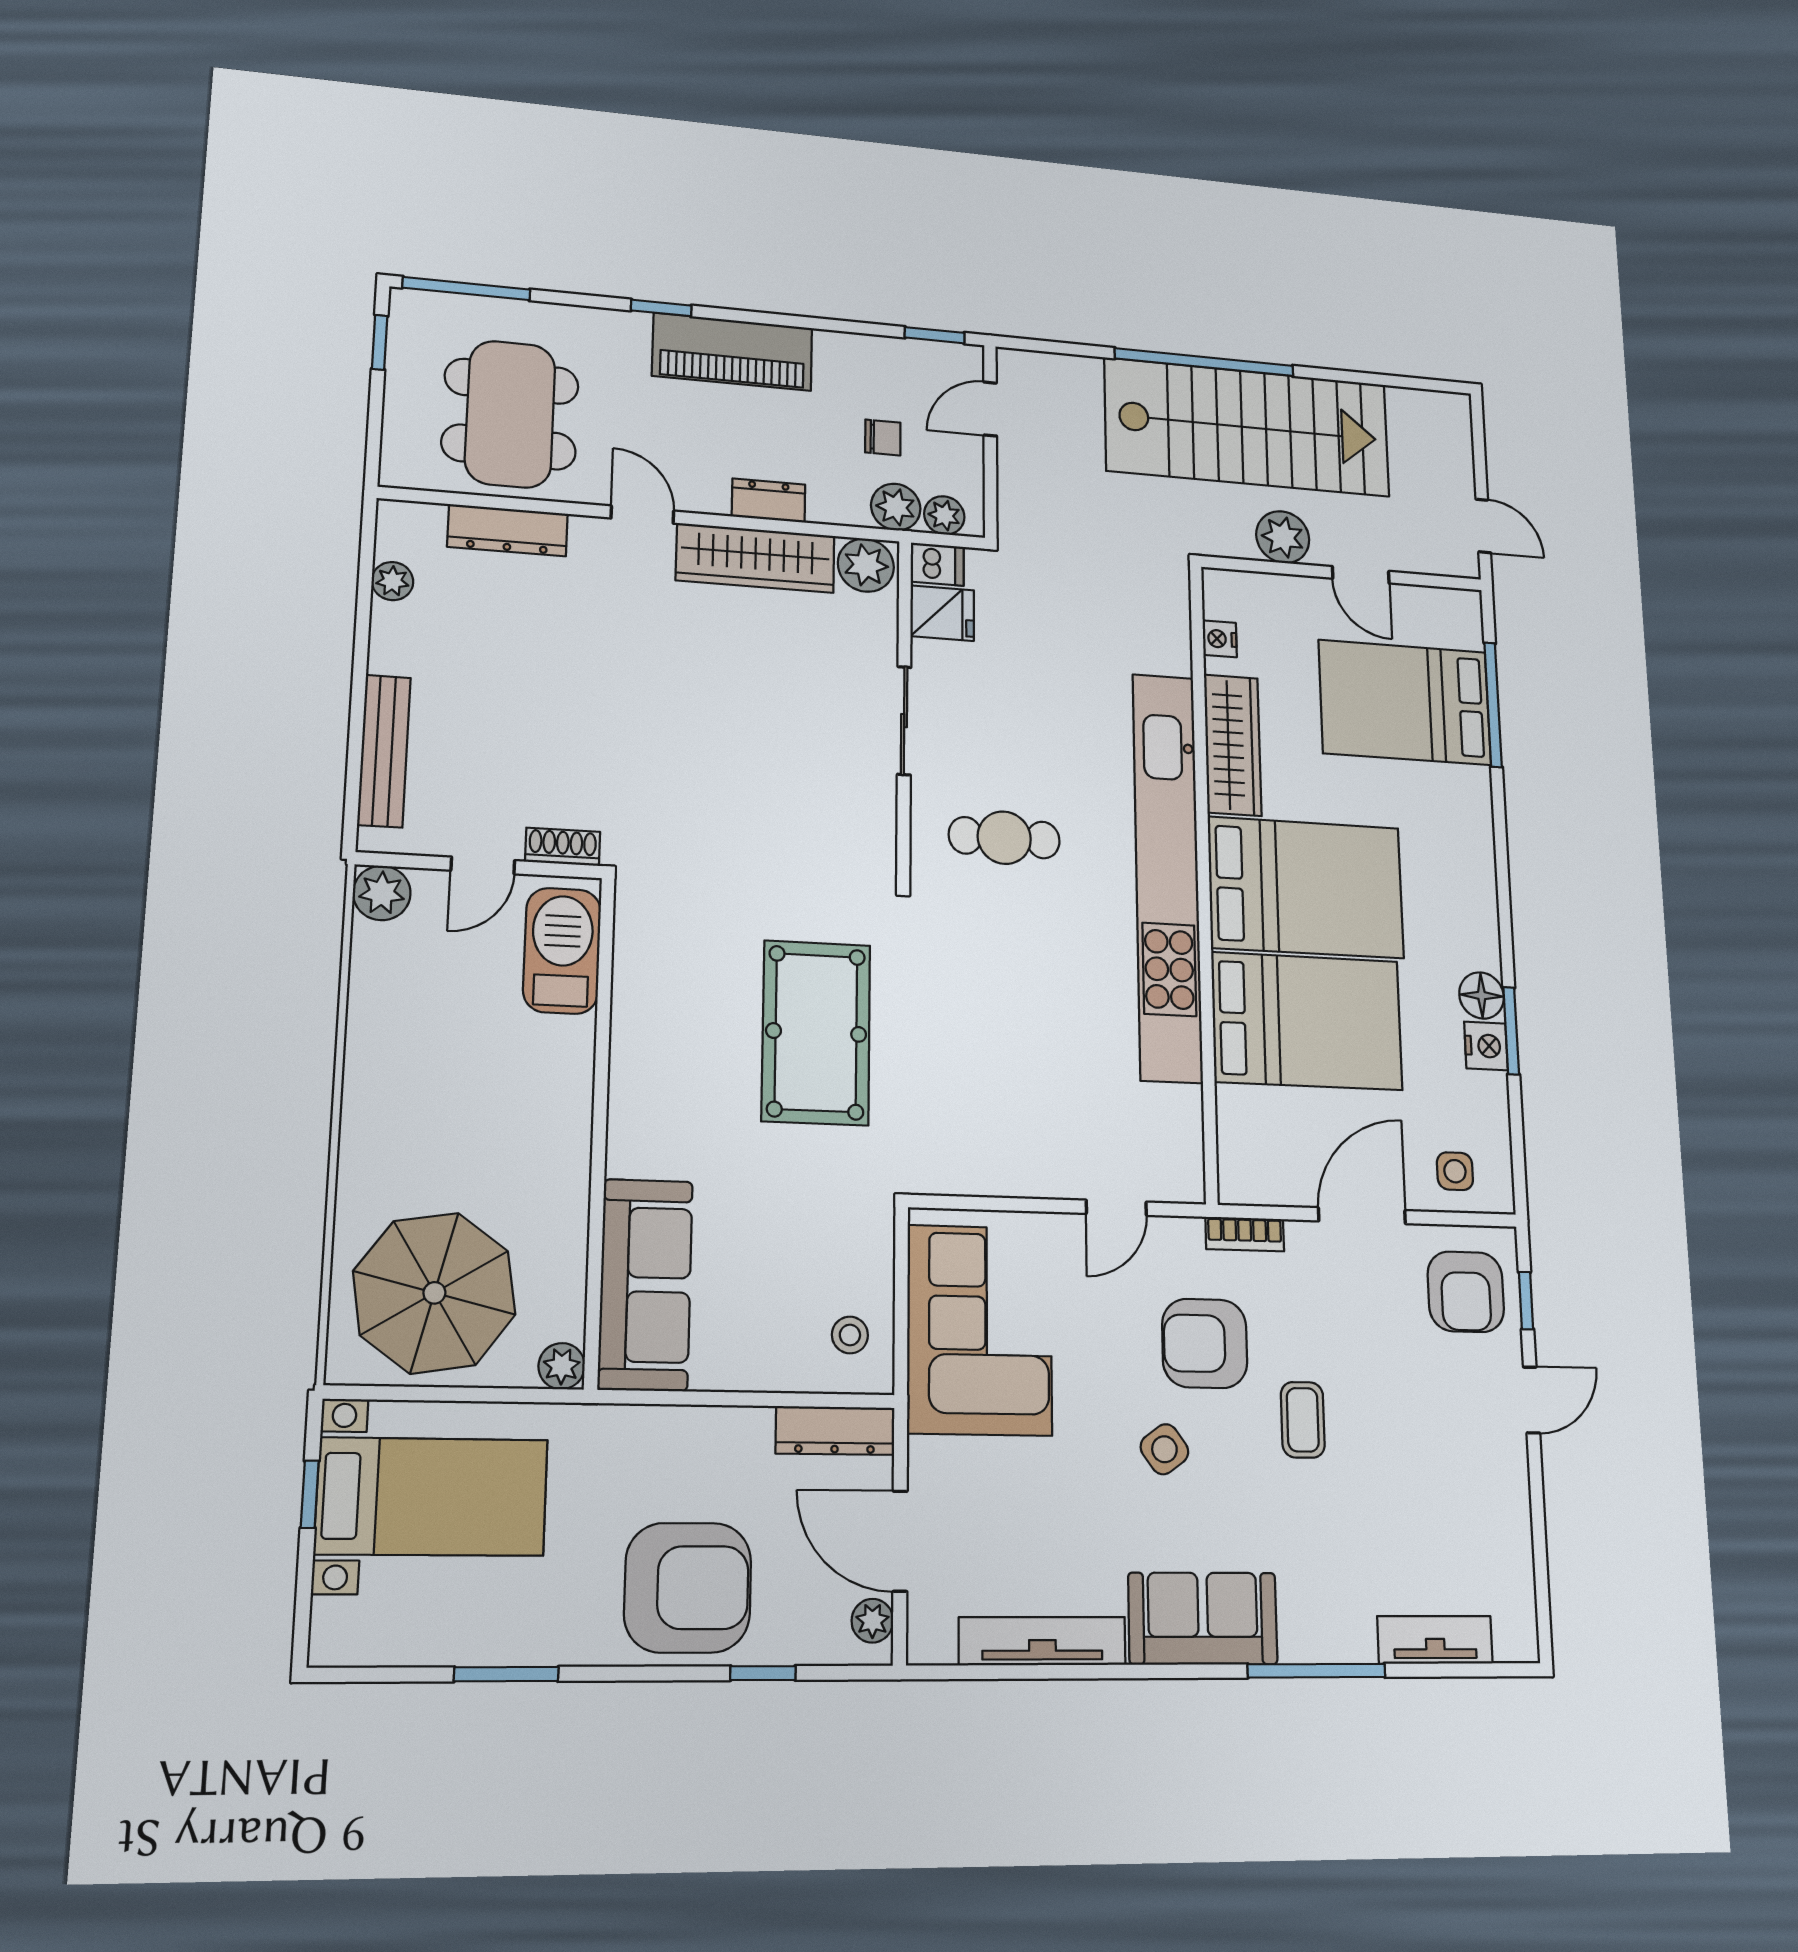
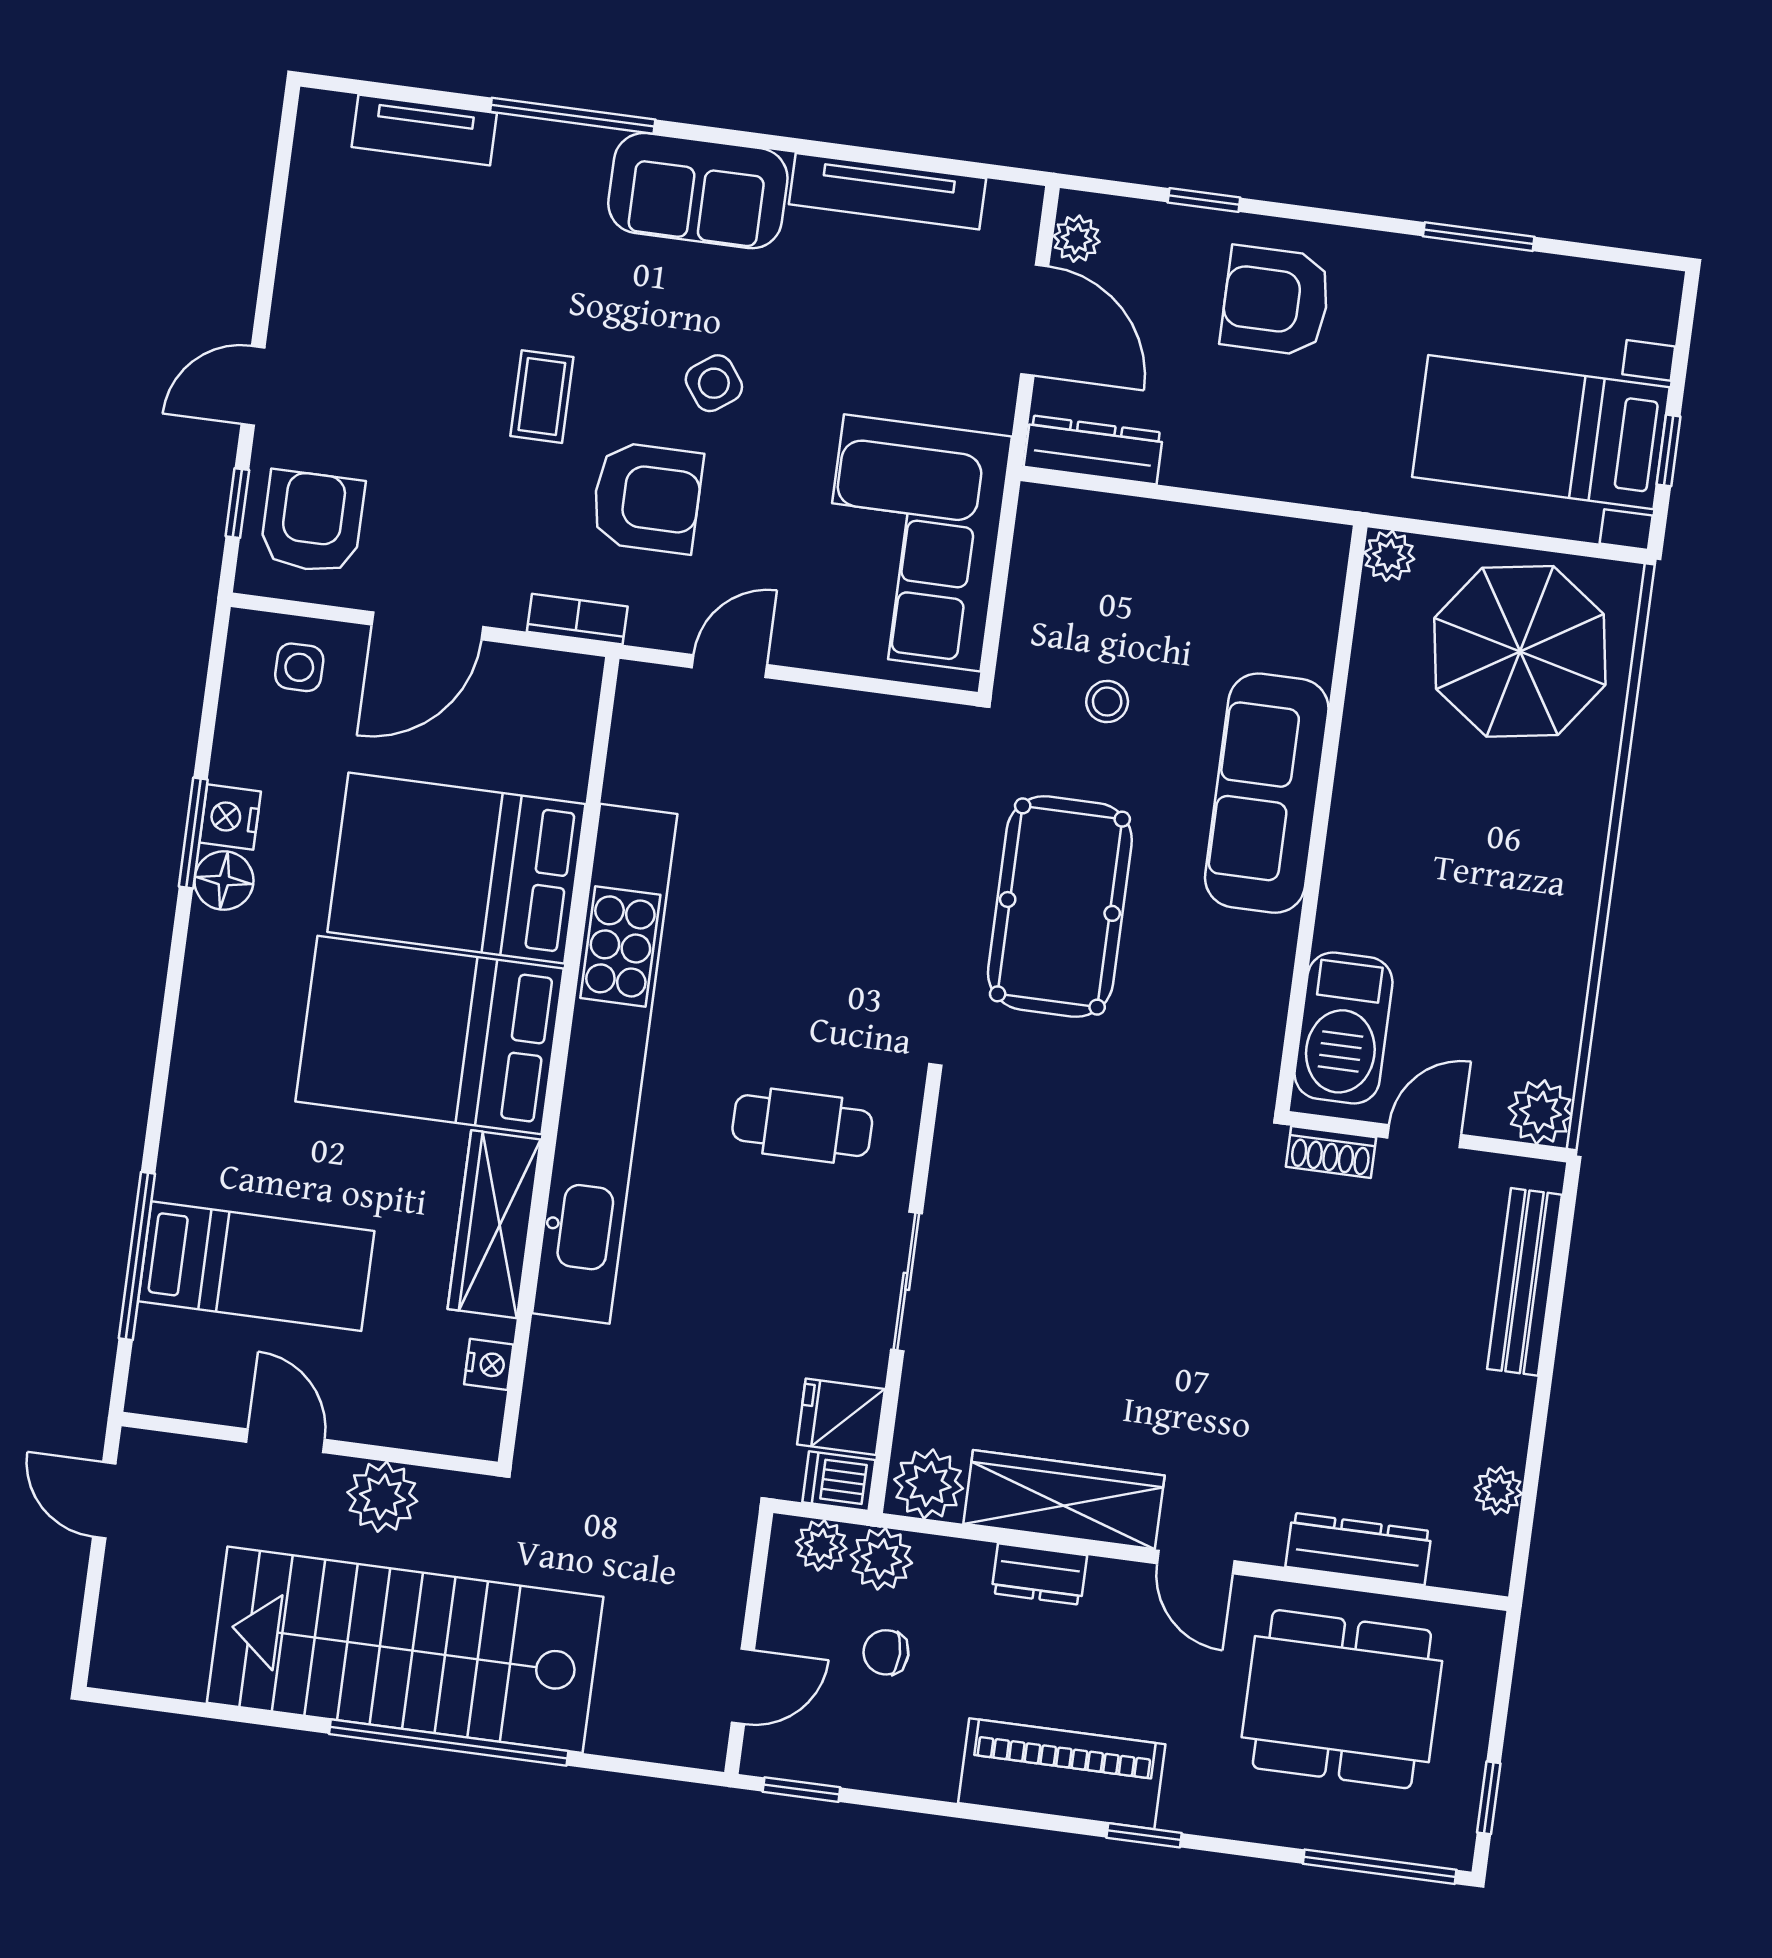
dining table: (510, 414) -> (1342, 1699), turned 90
bed: (1405, 702) -> (256, 1266), width x0.67
sofa: (645, 1285) -> (1267, 793), moved
stool: (850, 1335) -> (1107, 702), moved
armchair: (688, 1588) -> (1276, 301), width x0.73, depth x0.73

